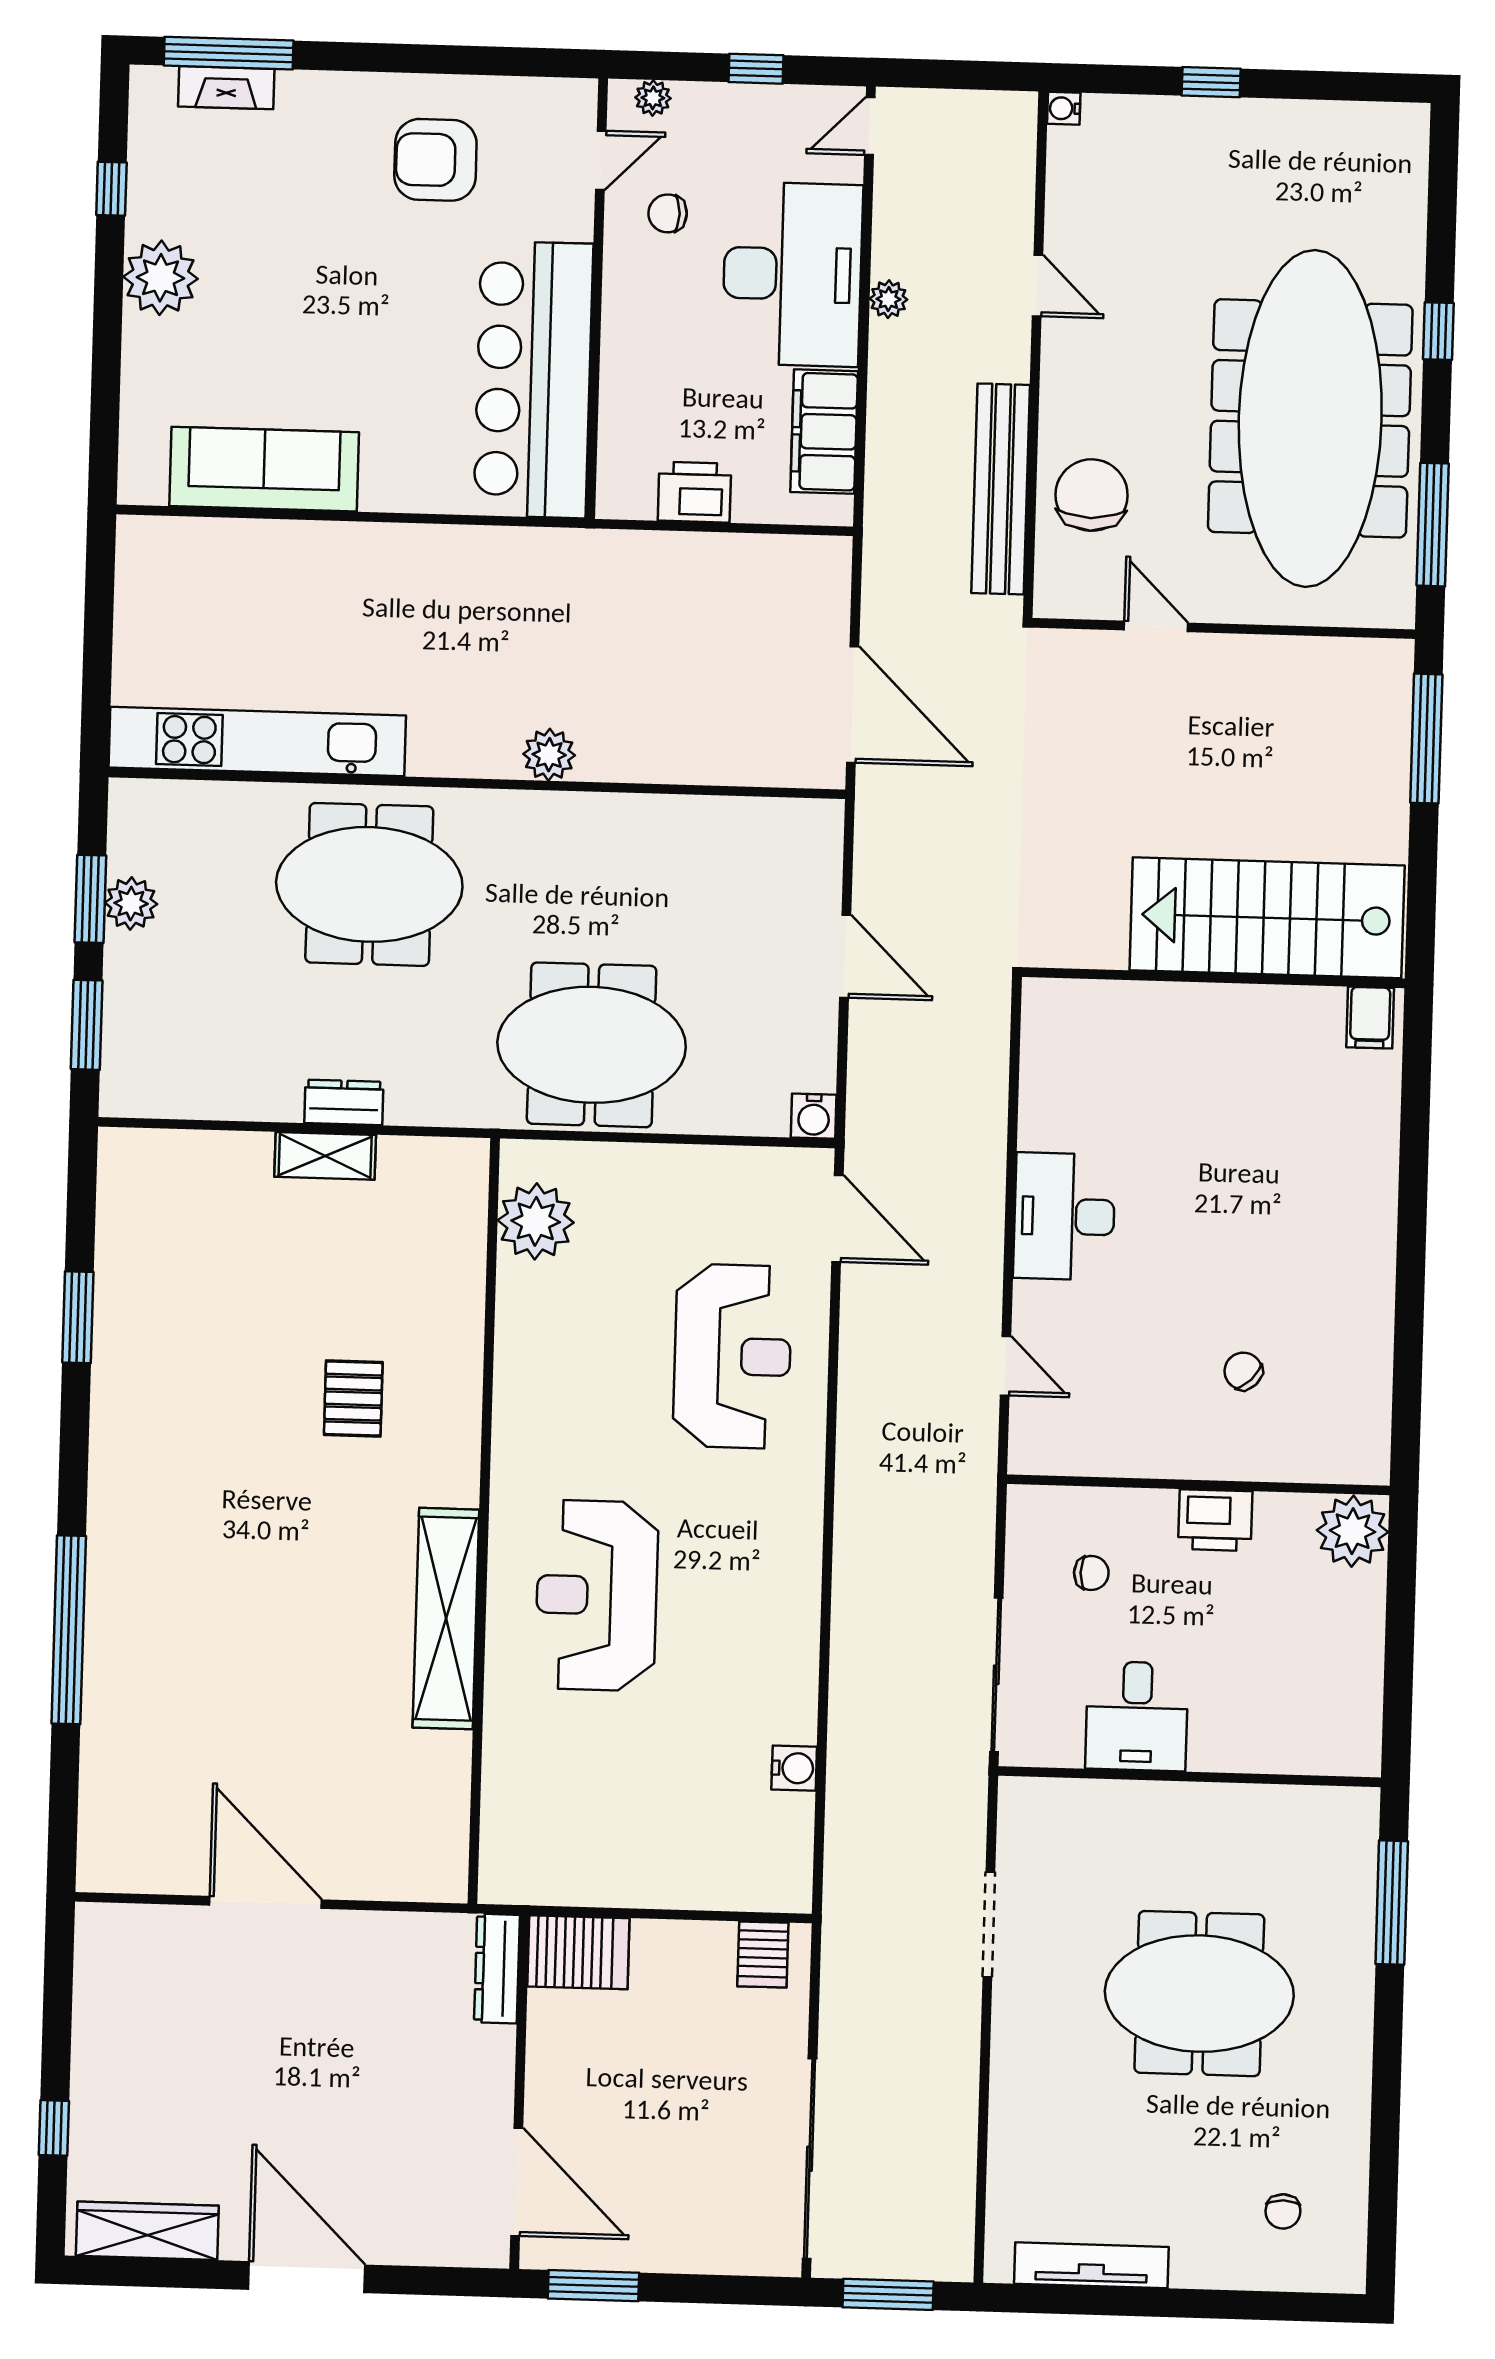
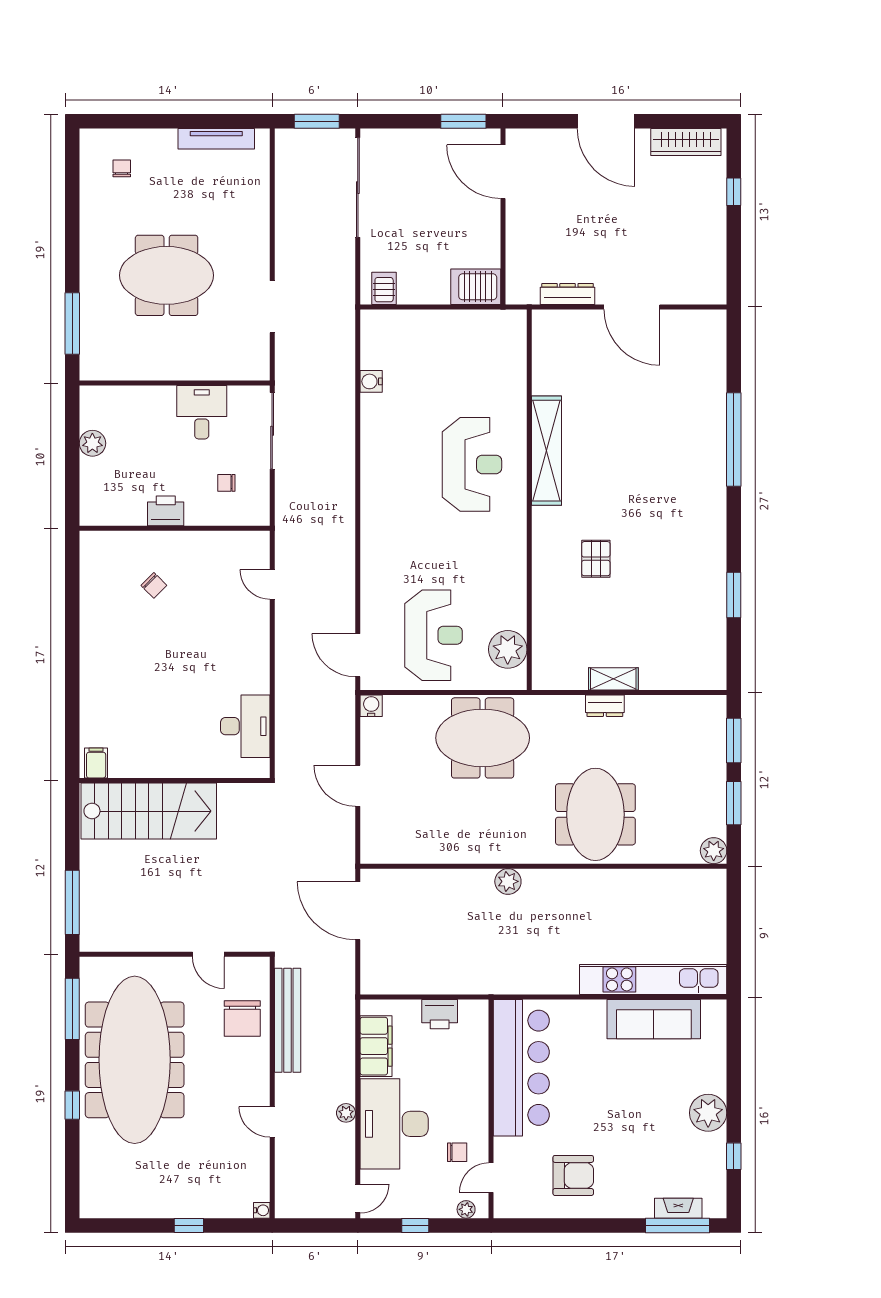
kitchen unit: (257, 742) -> (653, 979), moved, turned 180
meeting table: (369, 884) -> (595, 814), turned 90
plant: (131, 903) -> (714, 851), moved
desk: (1064, 1216) -> (245, 726), moved
reception desk: (732, 1356) -> (434, 635), moved, turned 180
plant: (1353, 1531) -> (92, 443), moved, width x0.73, depth x0.73
dresser: (497, 1969) -> (568, 294), moved, turned -90

